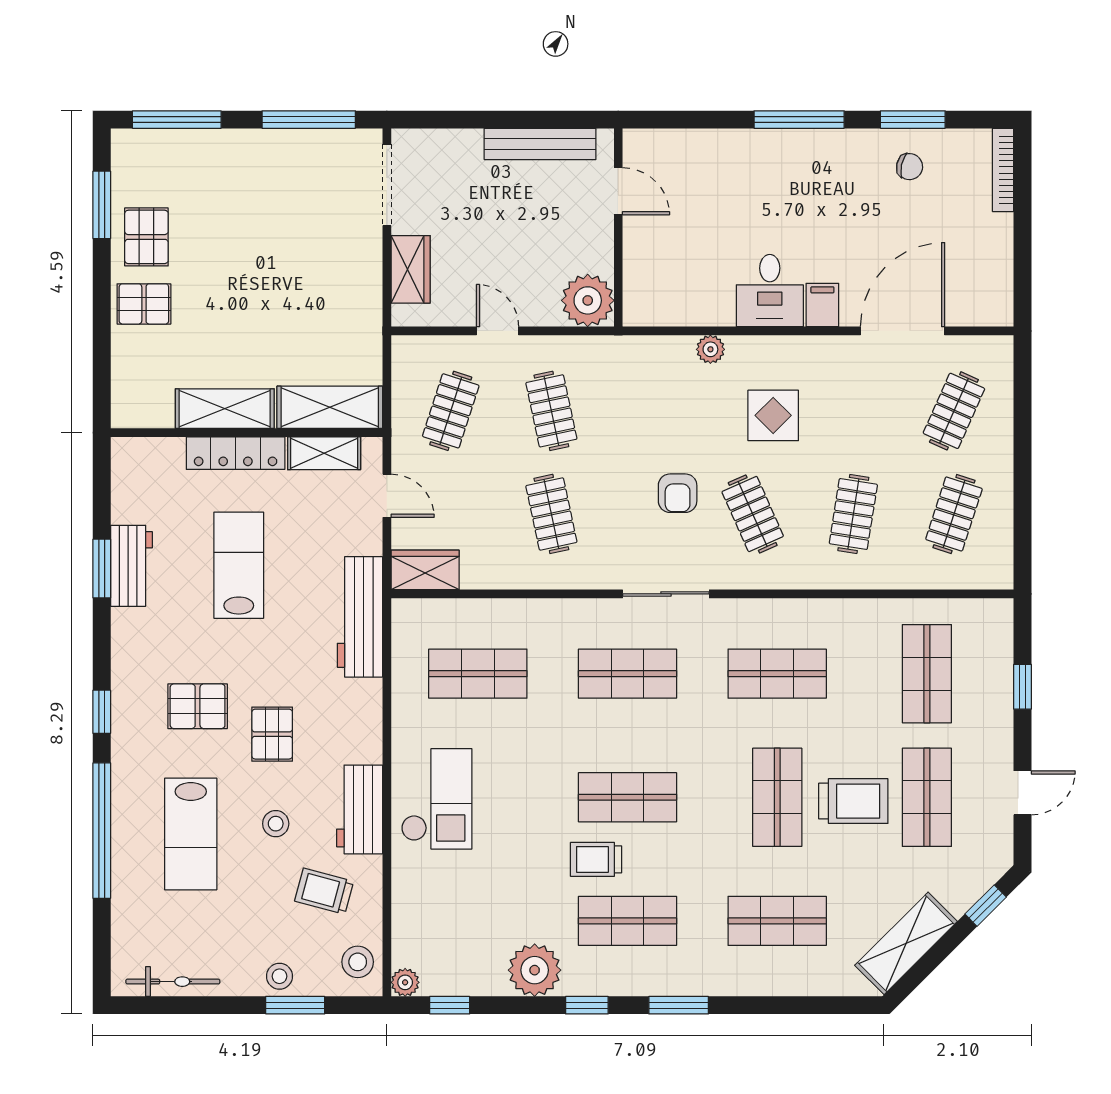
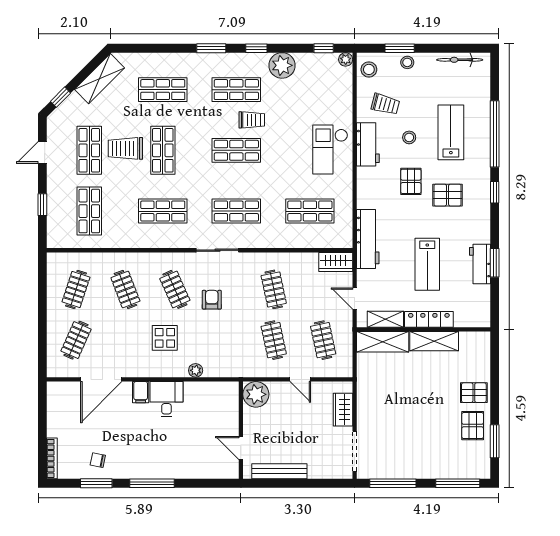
clothes rail: (451, 411) -> (323, 340), turned -30
clothes rail: (853, 514) -> (125, 289), turned -30

